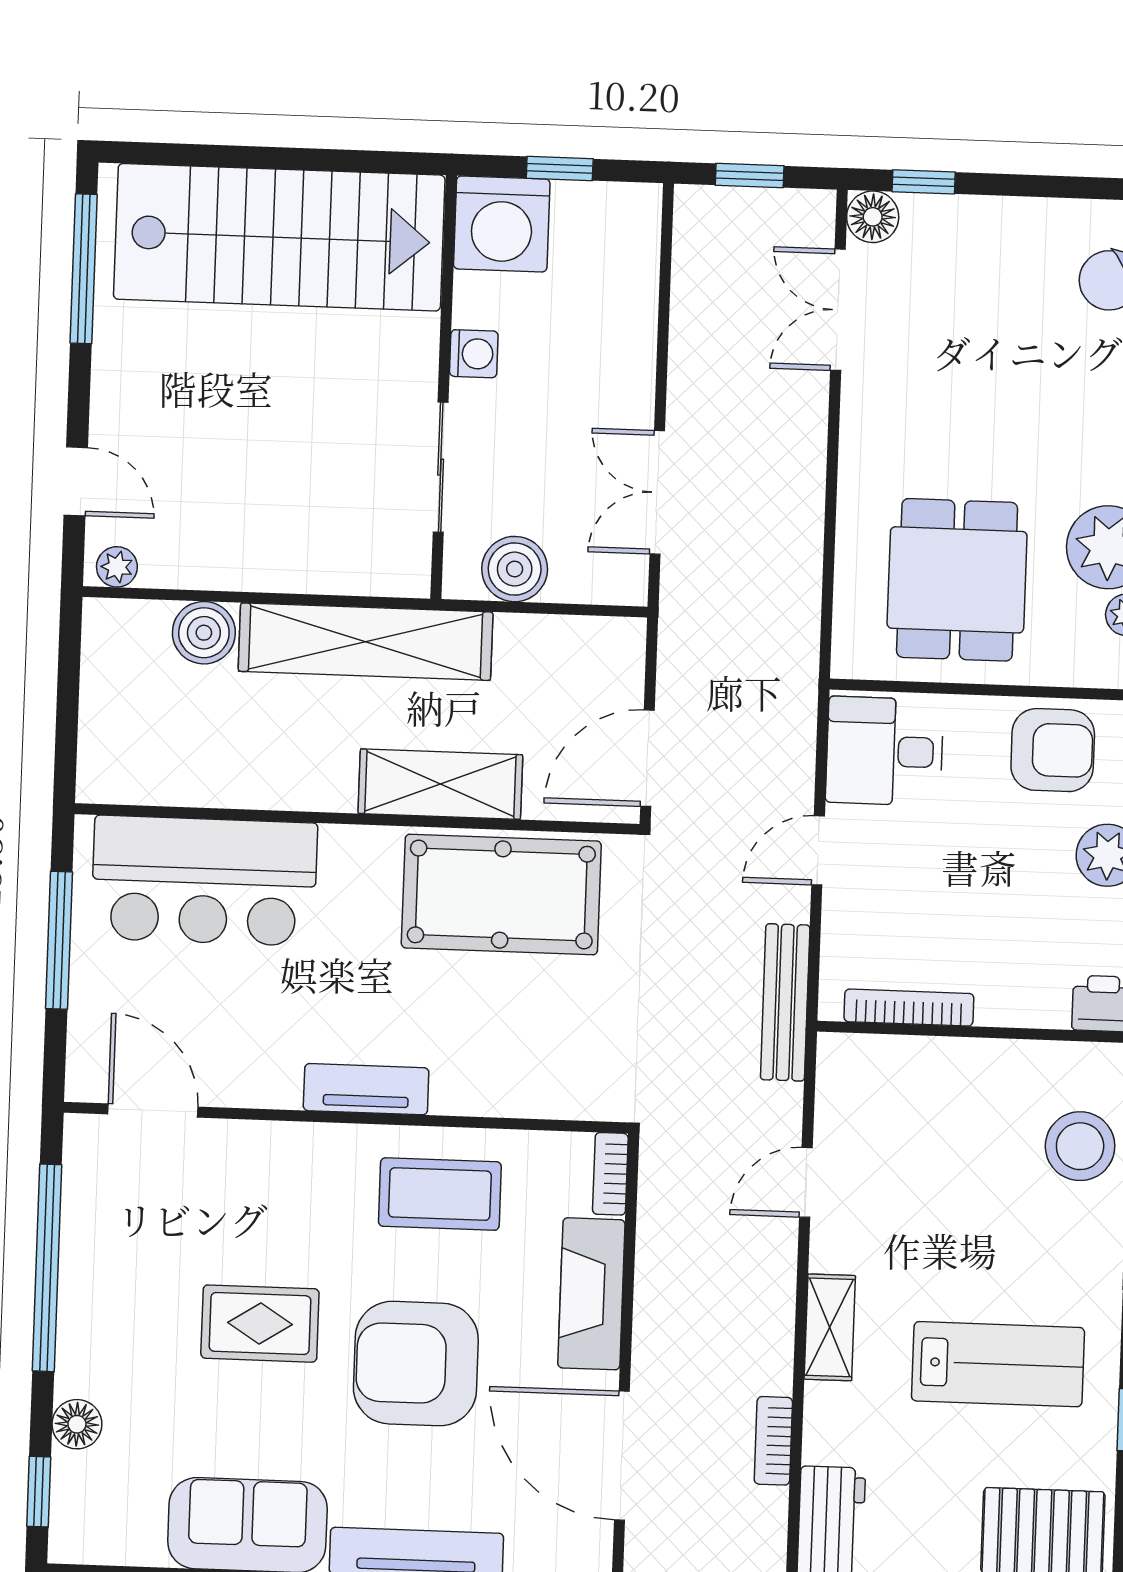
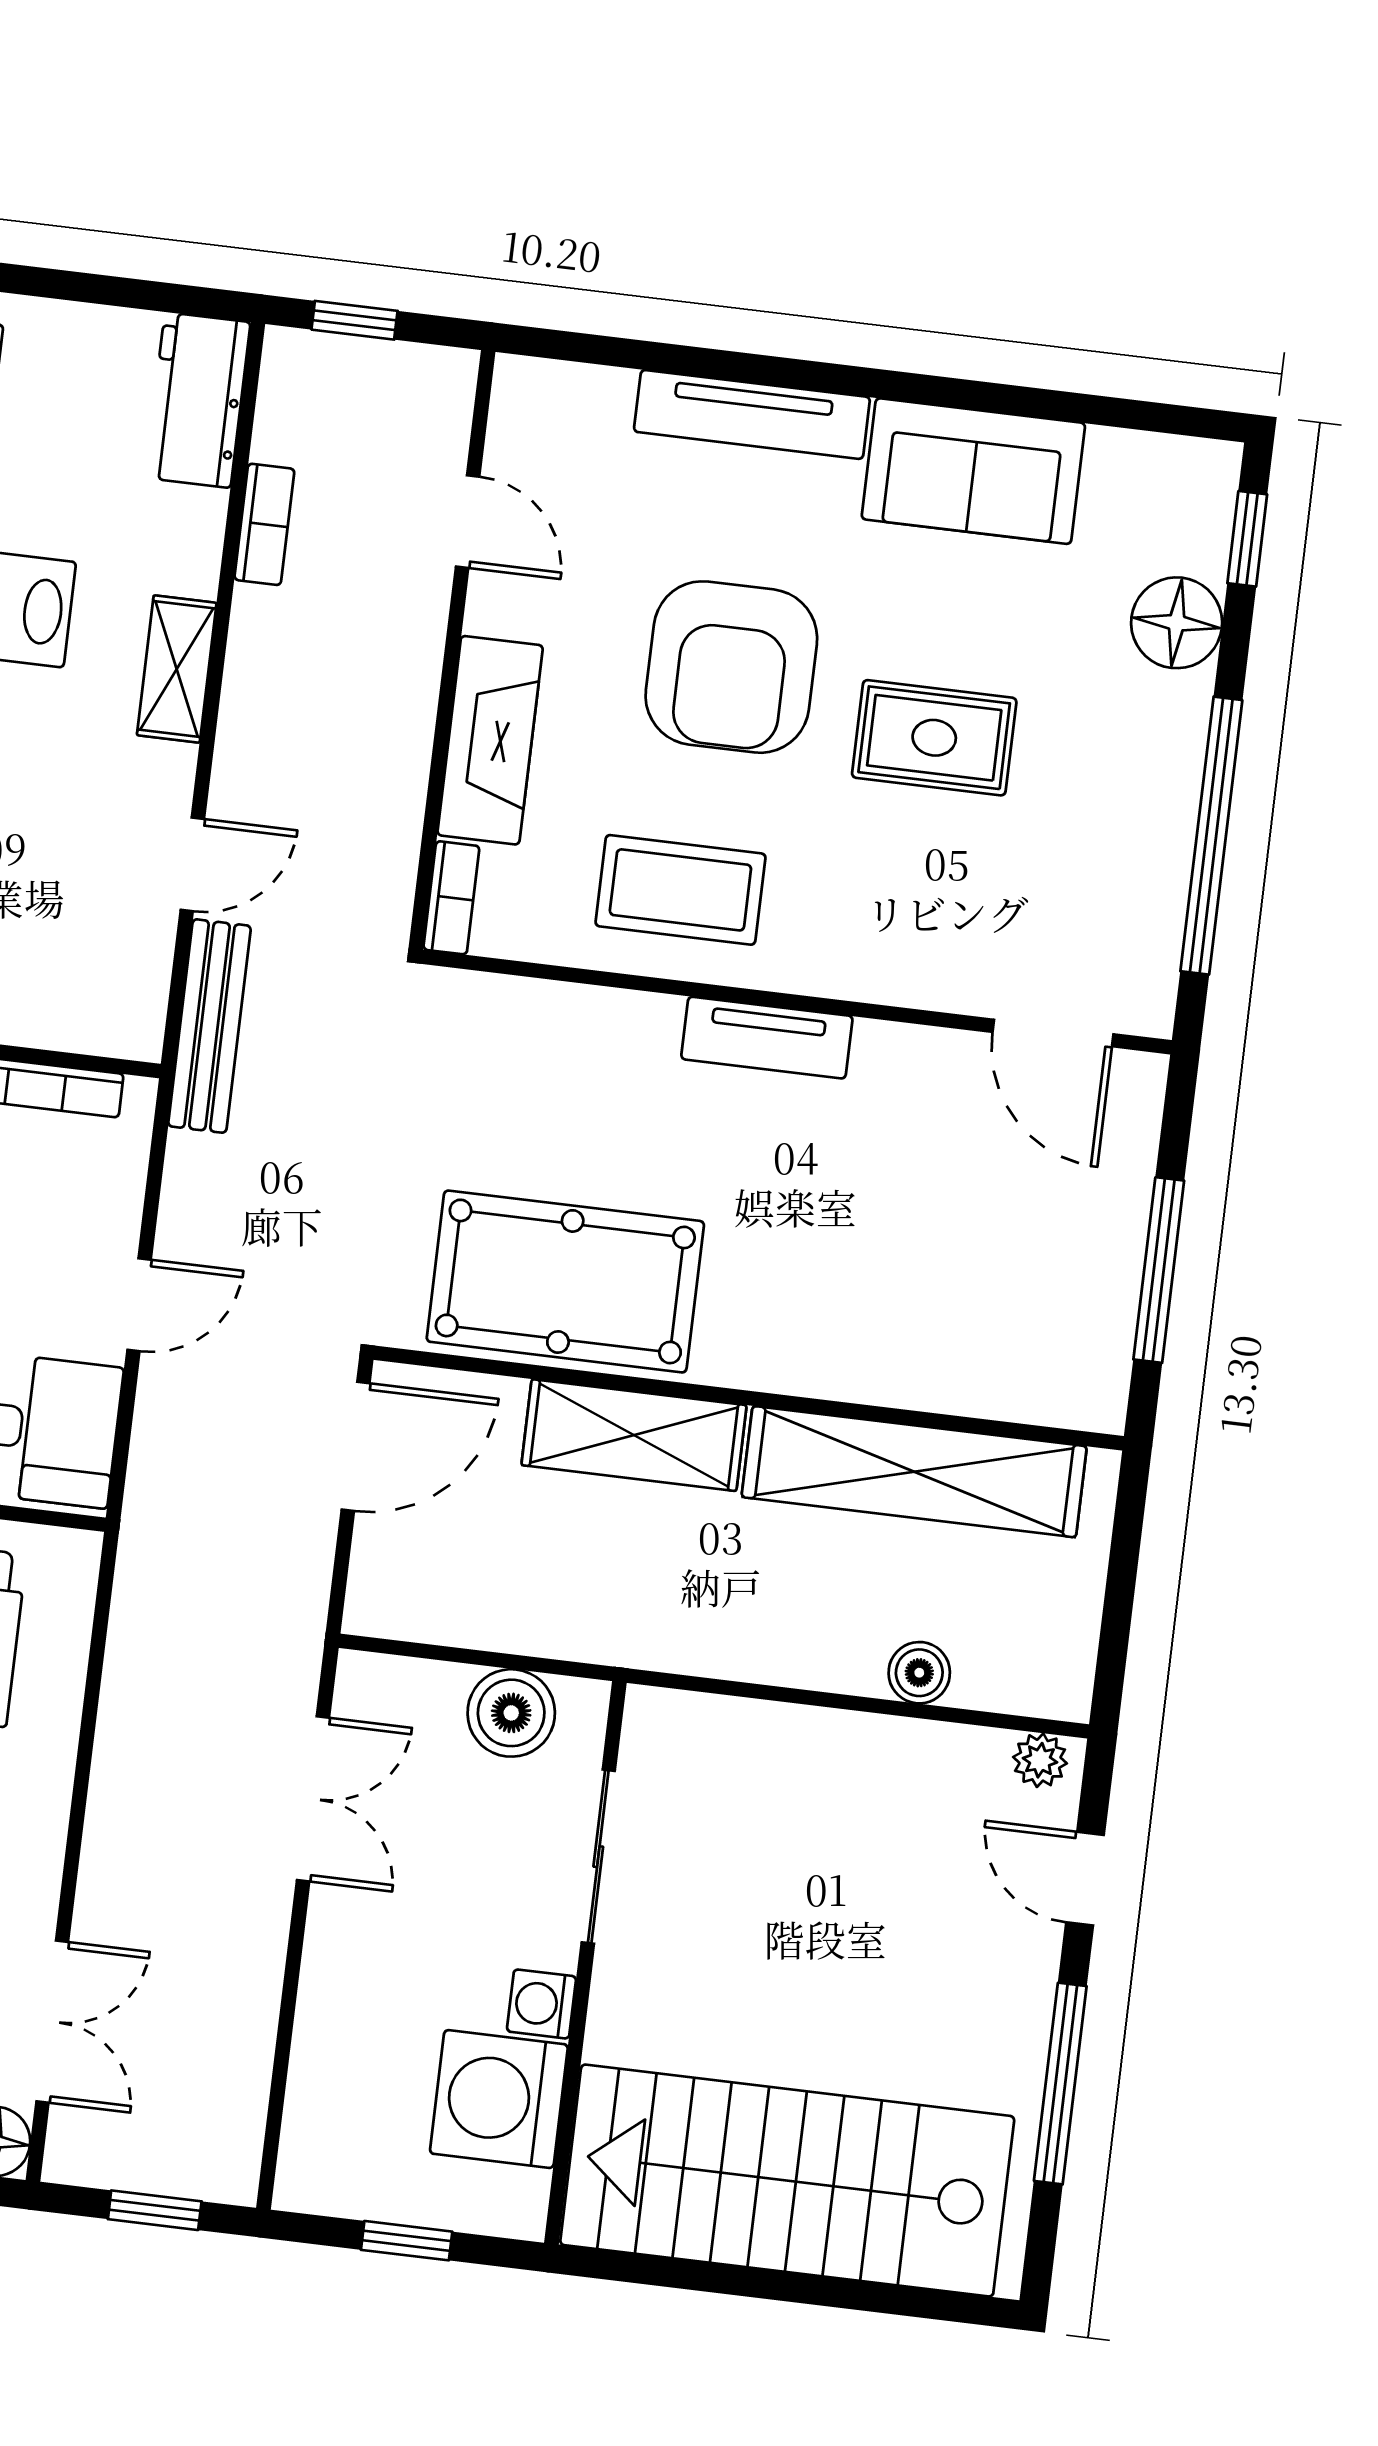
washing machine: (502, 224) -> (499, 2099), moved, turned -90
window: (84, 269) -> (1060, 2084), moved
boiler: (204, 633) -> (919, 1673), width x0.73, depth x0.73
shelving: (366, 642) -> (914, 1472), moved
bar counter: (204, 881) -> (959, 1333), removed
bench: (785, 1002) -> (209, 1026), moved
armchair: (416, 1364) -> (731, 667), turned 90
floor lamp: (77, 1424) -> (1177, 623), width x1.38, depth x1.38
door: (622, 1456) -> (468, 522), width x0.53

